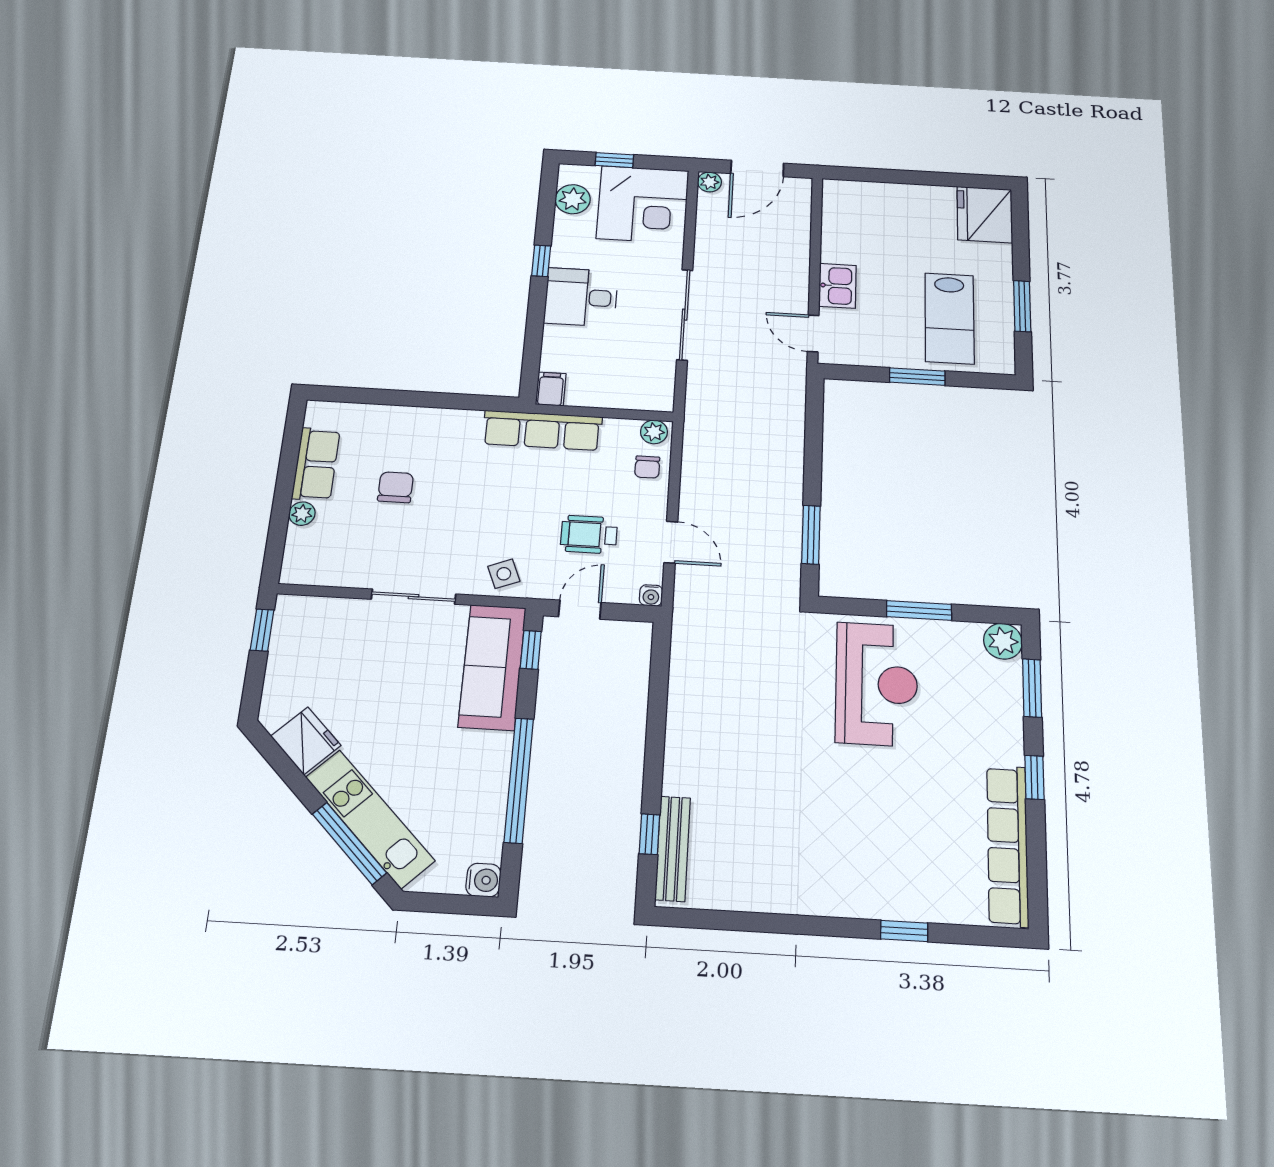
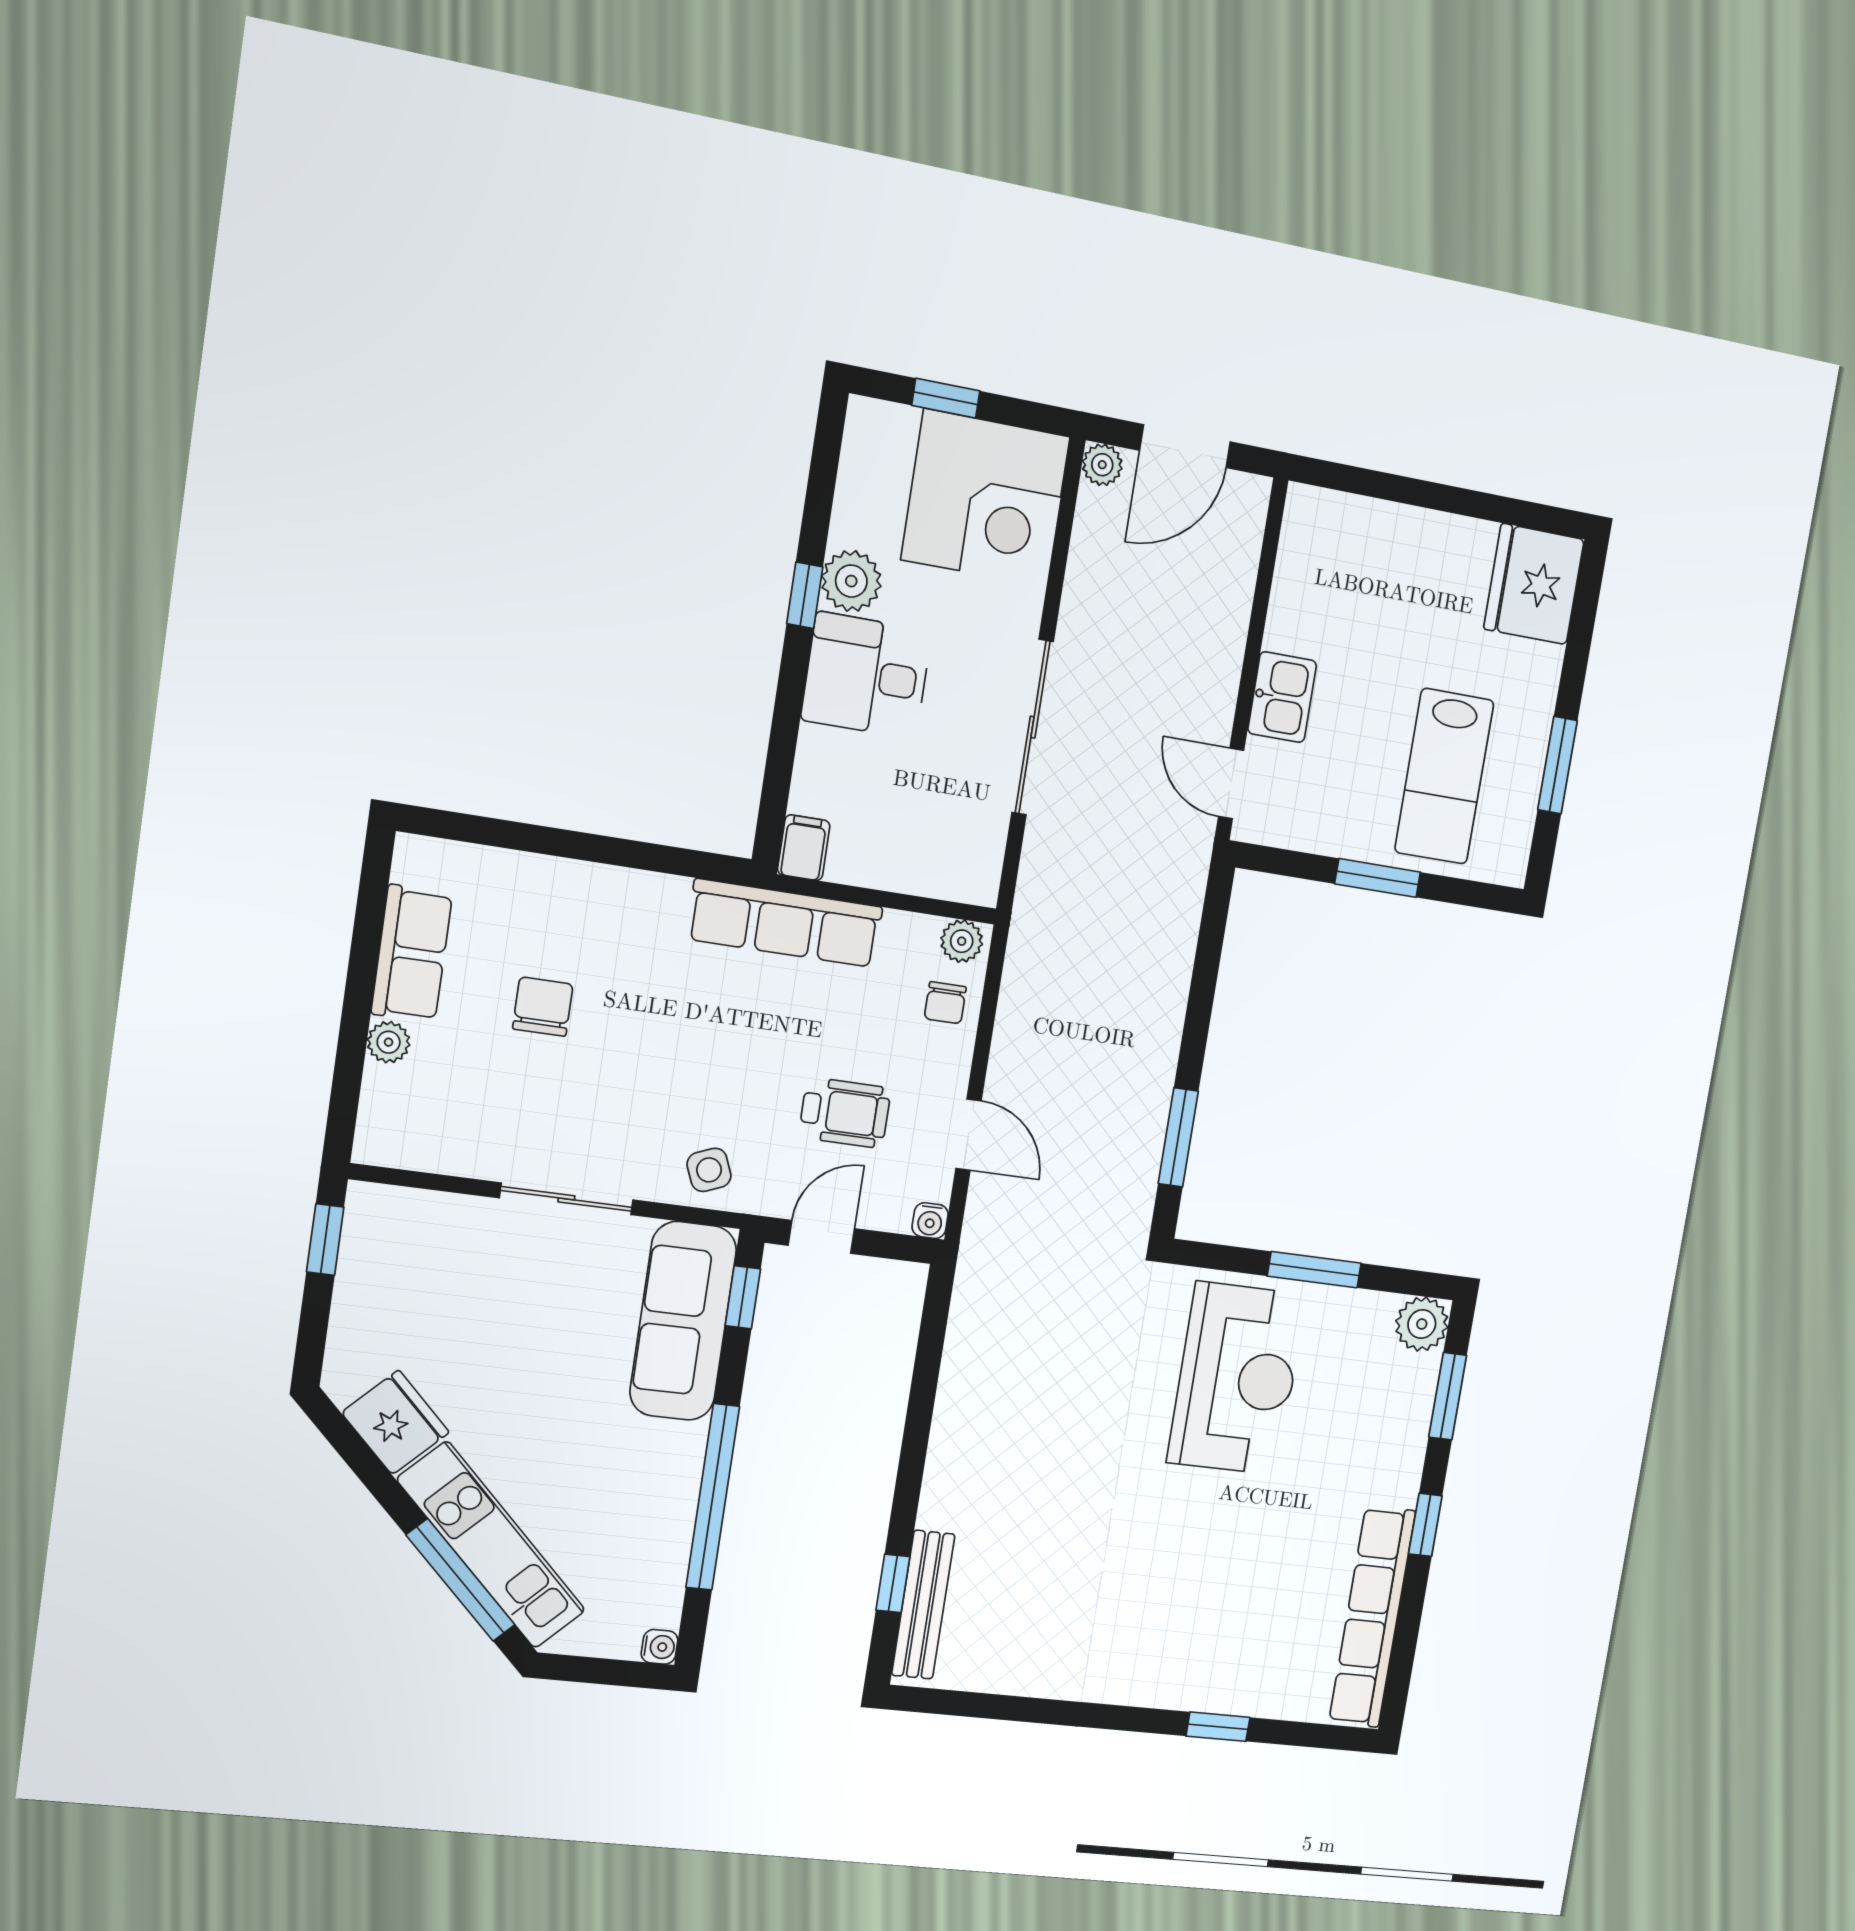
plant: (573, 199) -> (851, 581), moved
wheelchair: (589, 534) -> (845, 1113), turned 180
water cooler: (483, 880) -> (659, 1647), width x0.72, depth x0.72

